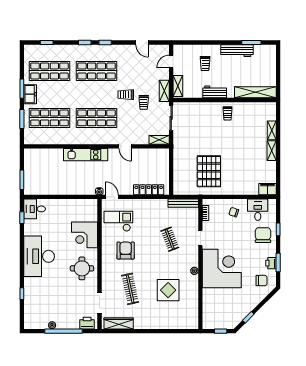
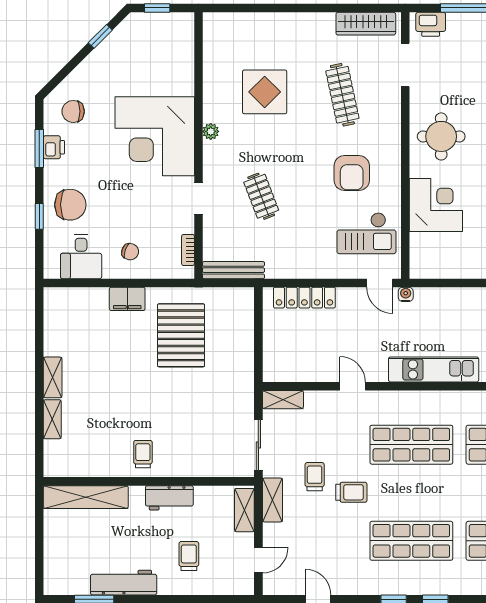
filing cabinet: (267, 189) -> (127, 299), moved
chair: (263, 235) -> (70, 205), turned -90

